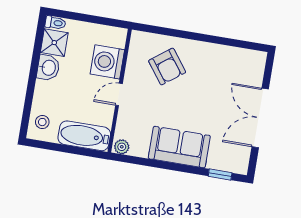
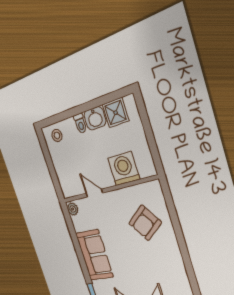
toilet: (55, 23) -> (80, 123), moved
door: (119, 94) -> (94, 193), moved
bathtub: (84, 136) -> (65, 175), removed

